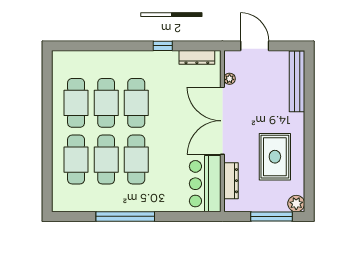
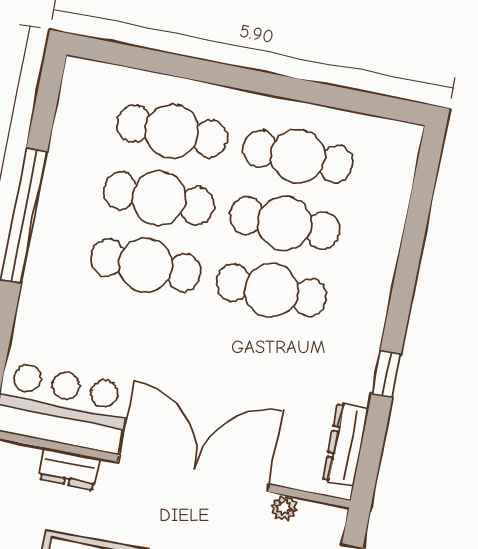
dresser: (231, 181) -> (69, 469), width x0.70

